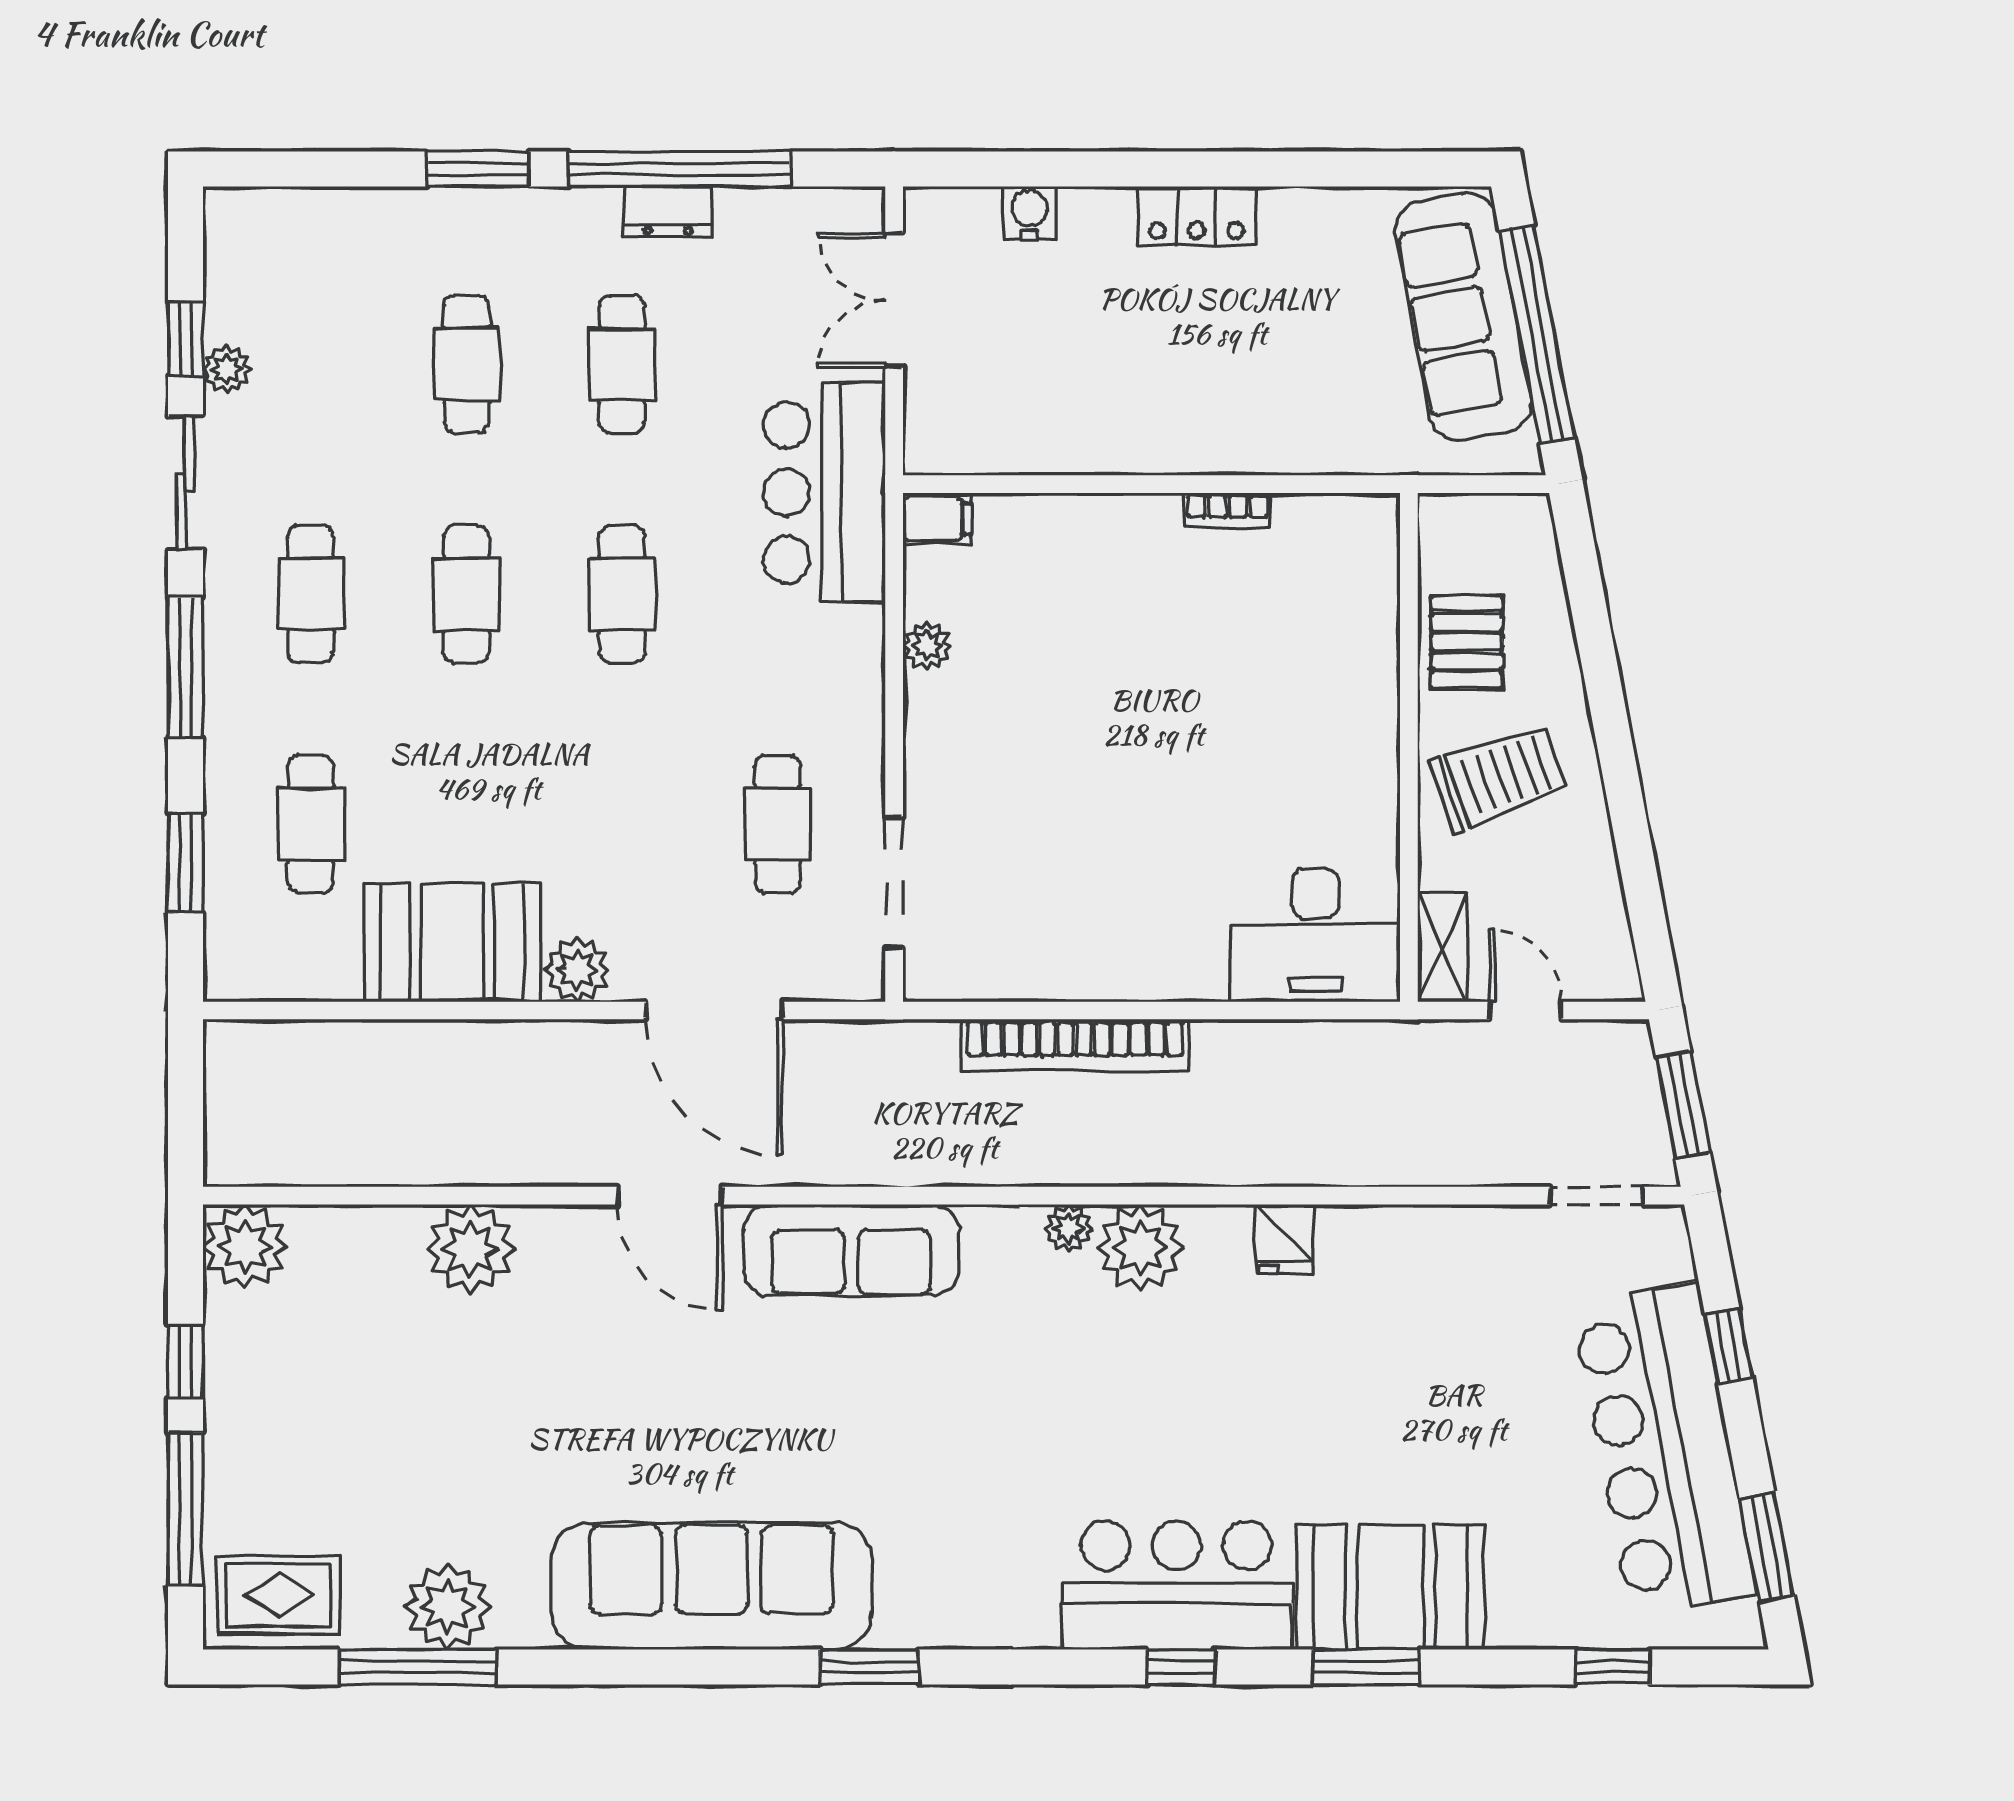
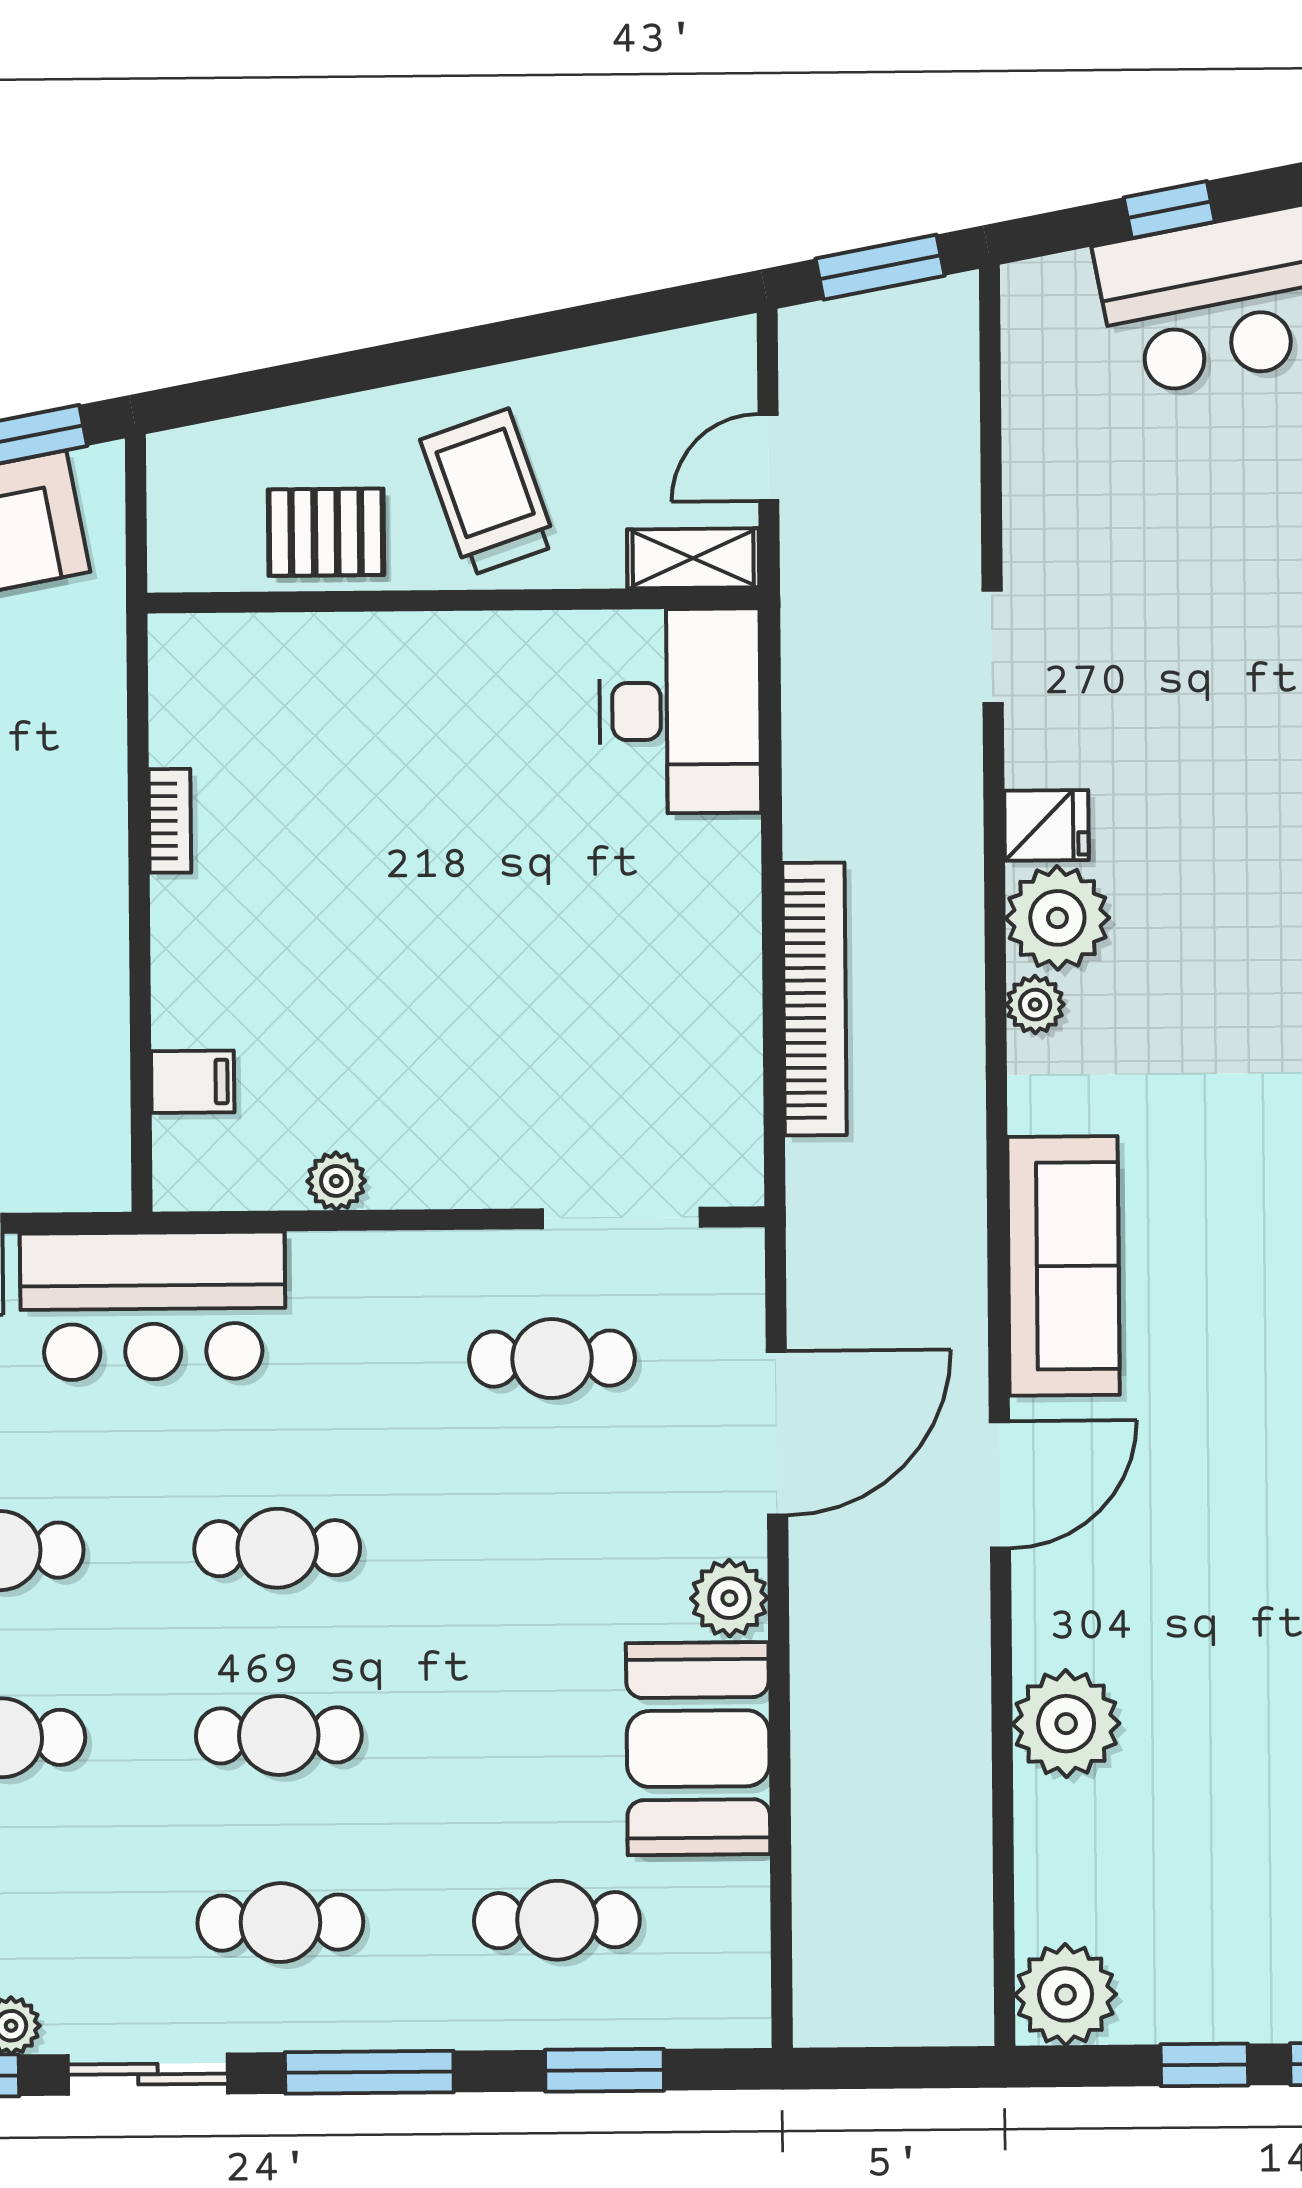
filing cabinet: (937, 519) -> (193, 1082), moved, turned 90
doorway: (1597, 1196) -> (993, 647), moved
fridge: (1284, 1239) -> (1047, 825), moved

